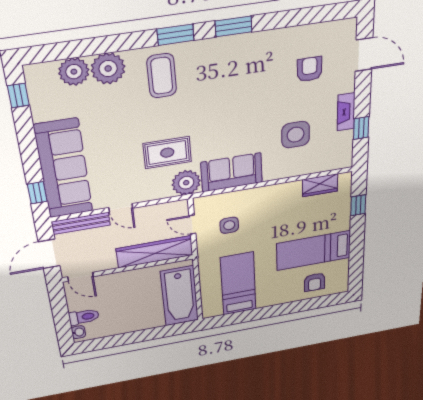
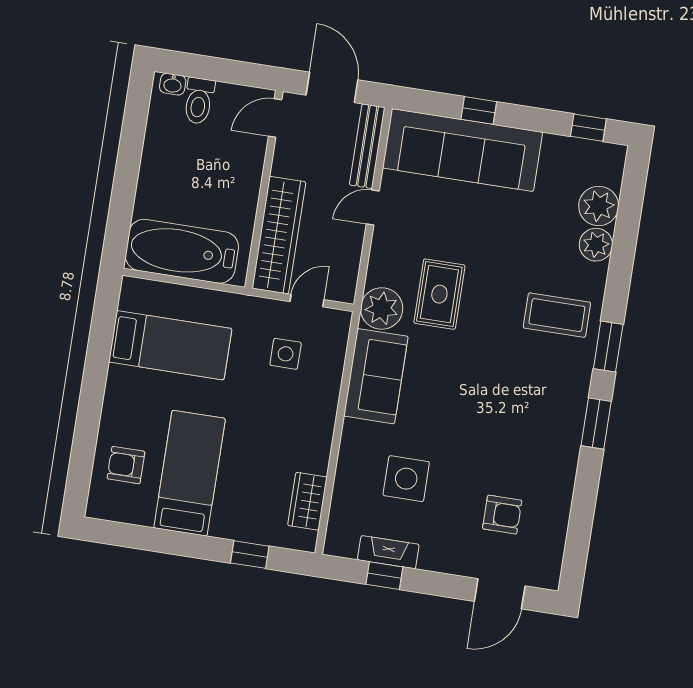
plant: (108, 69) -> (596, 245), width x0.73, depth x0.73
fireplace: (346, 112) -> (388, 552), moved
window: (37, 193) -> (479, 110), moved

